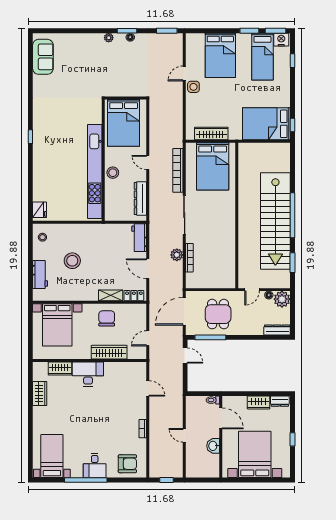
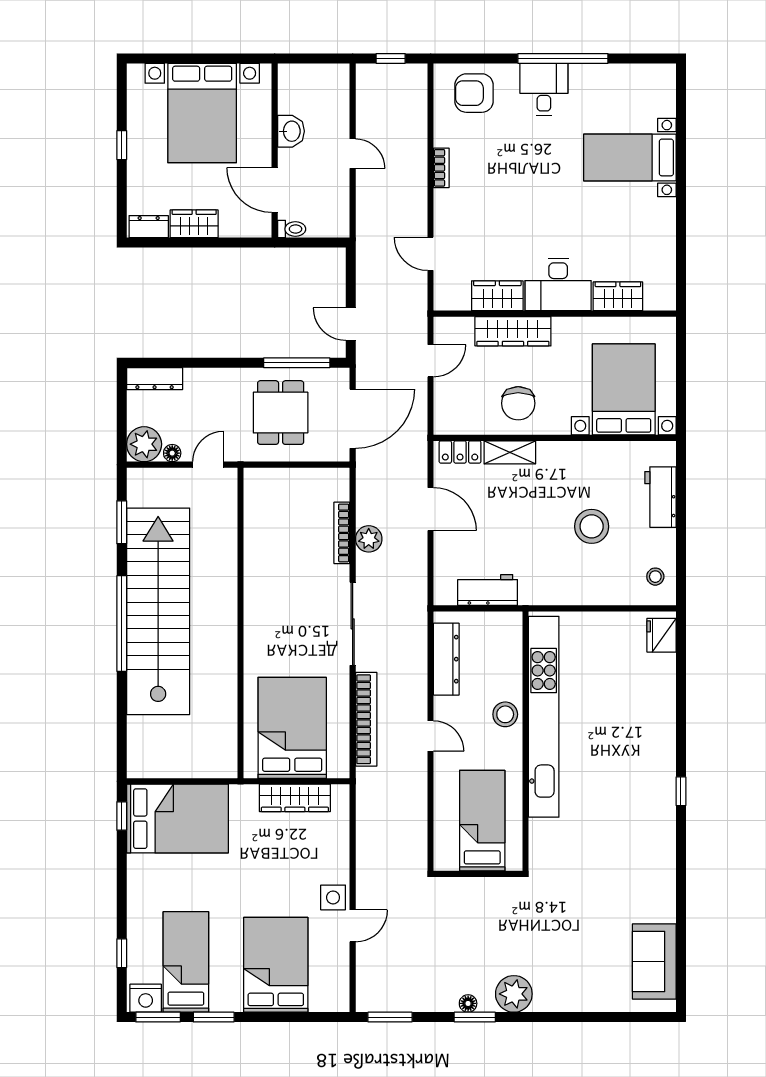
plant: (109, 38) -> (514, 994), width x1.87, depth x1.87
bed: (124, 123) -> (482, 821), width x0.67
workbench: (139, 238) -> (488, 590), moved, turned -90
wardrobe: (40, 394) -> (497, 296), moved, turned 90
bed with nightstands: (52, 456) -> (630, 157), moved, turned 90

